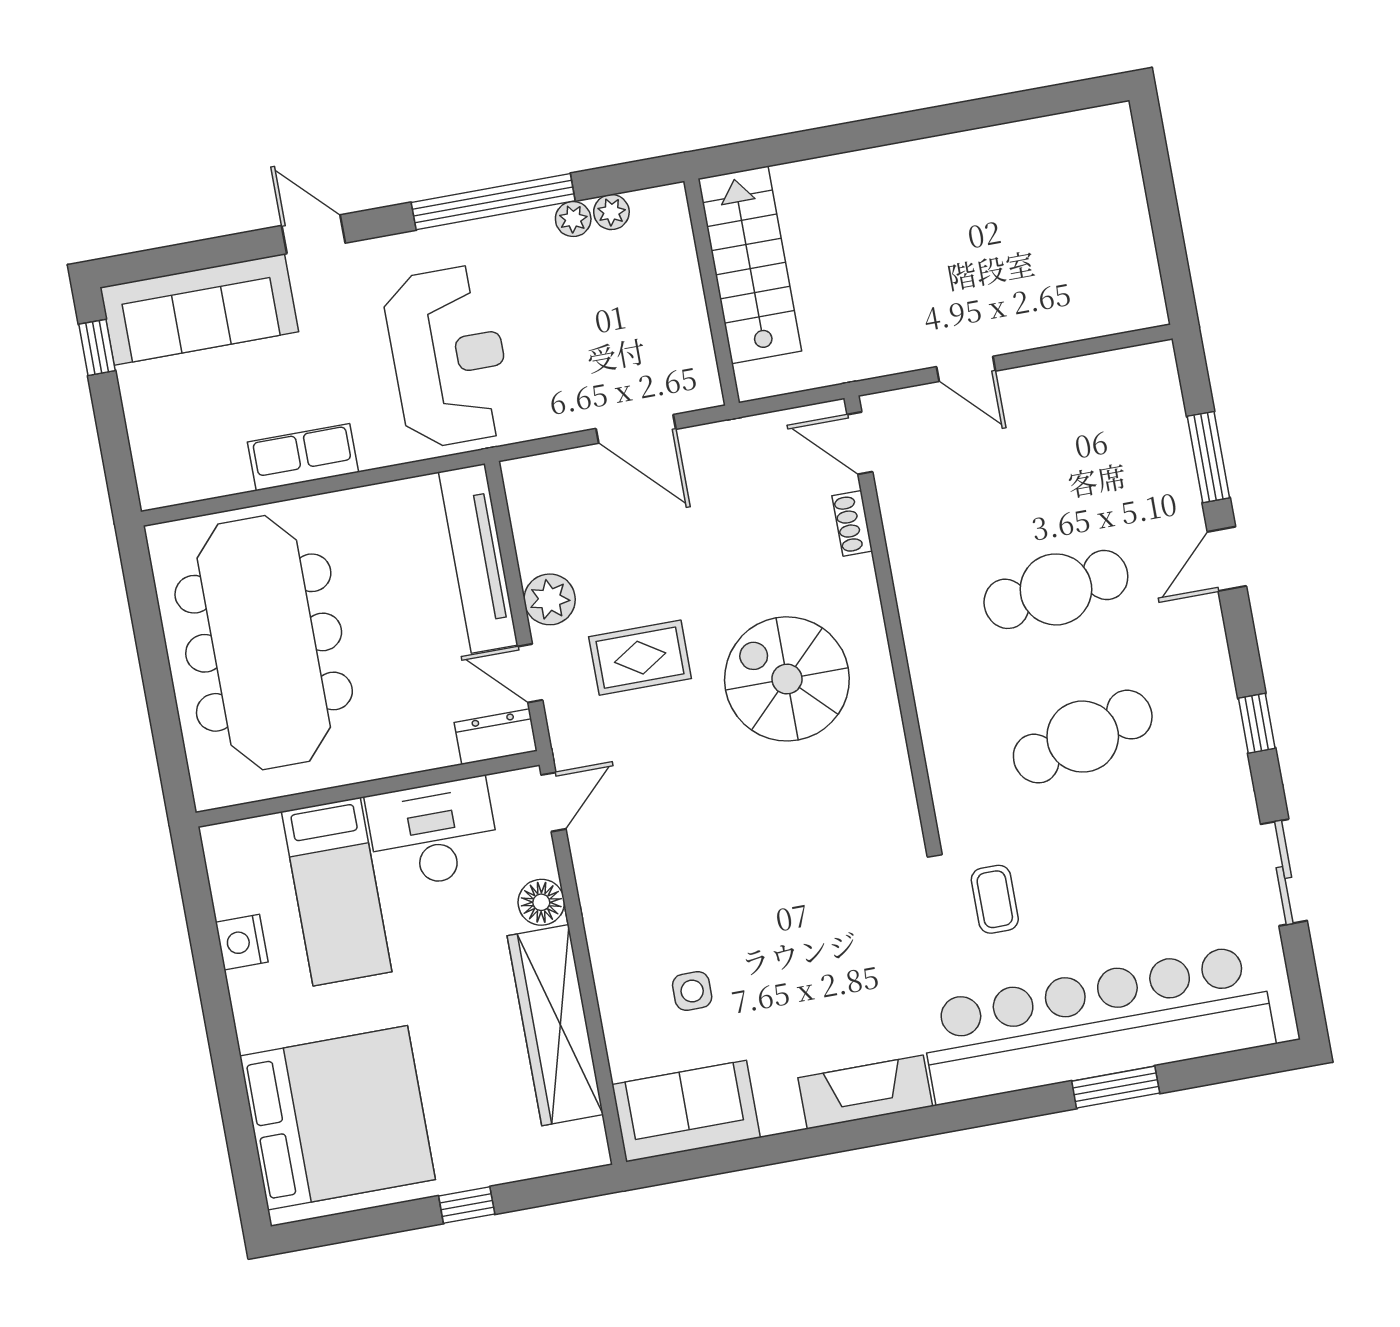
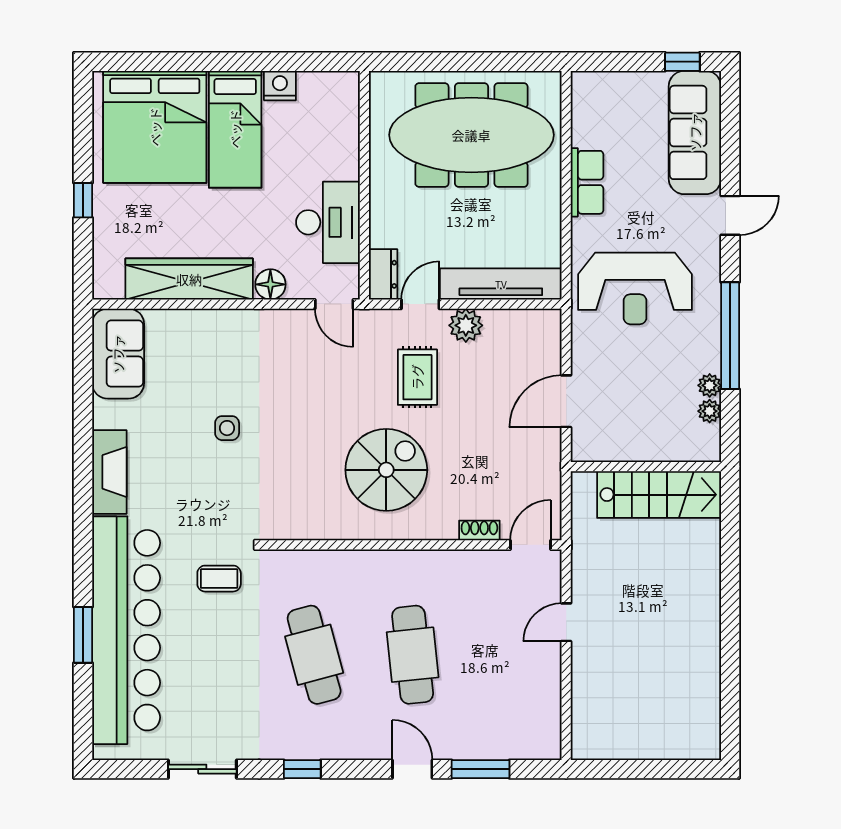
bed: (337, 892) -> (235, 129), moved, turned -90
side table: (692, 991) -> (227, 428), moved

